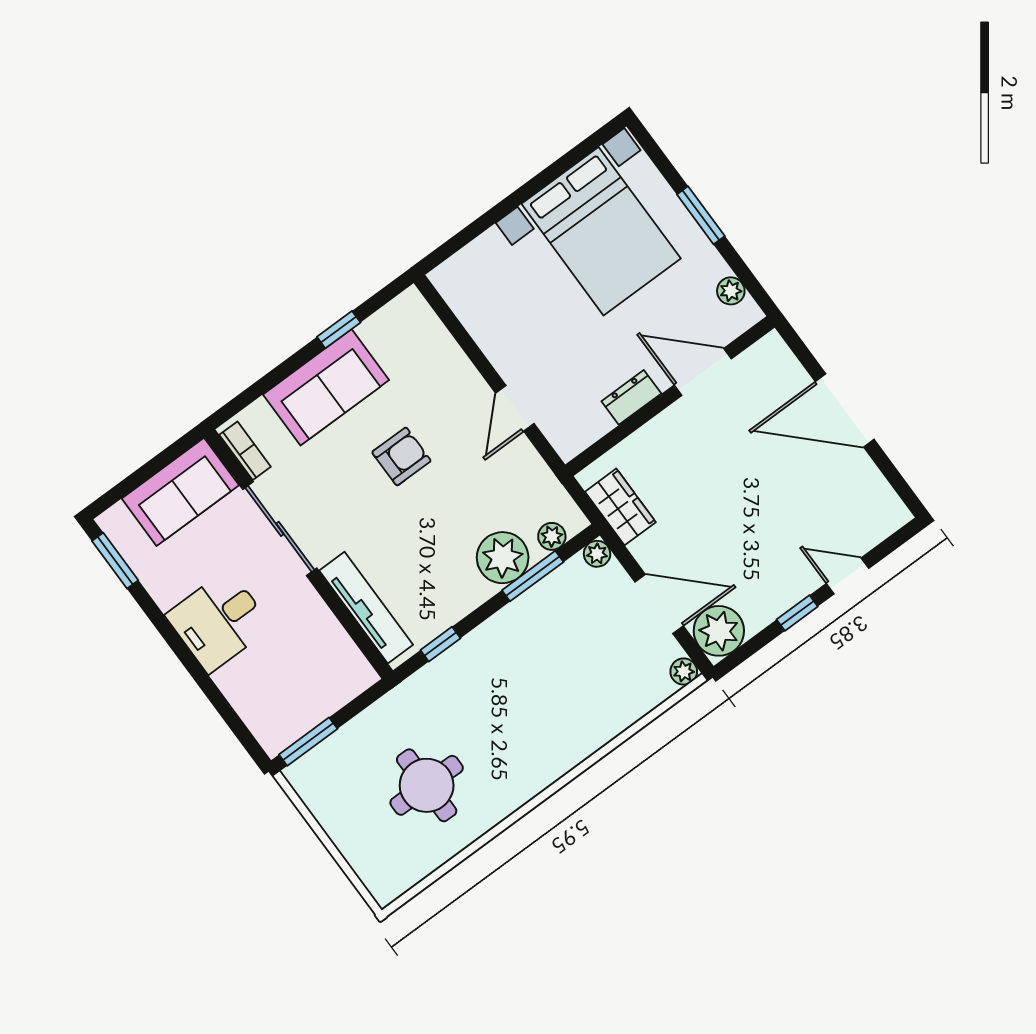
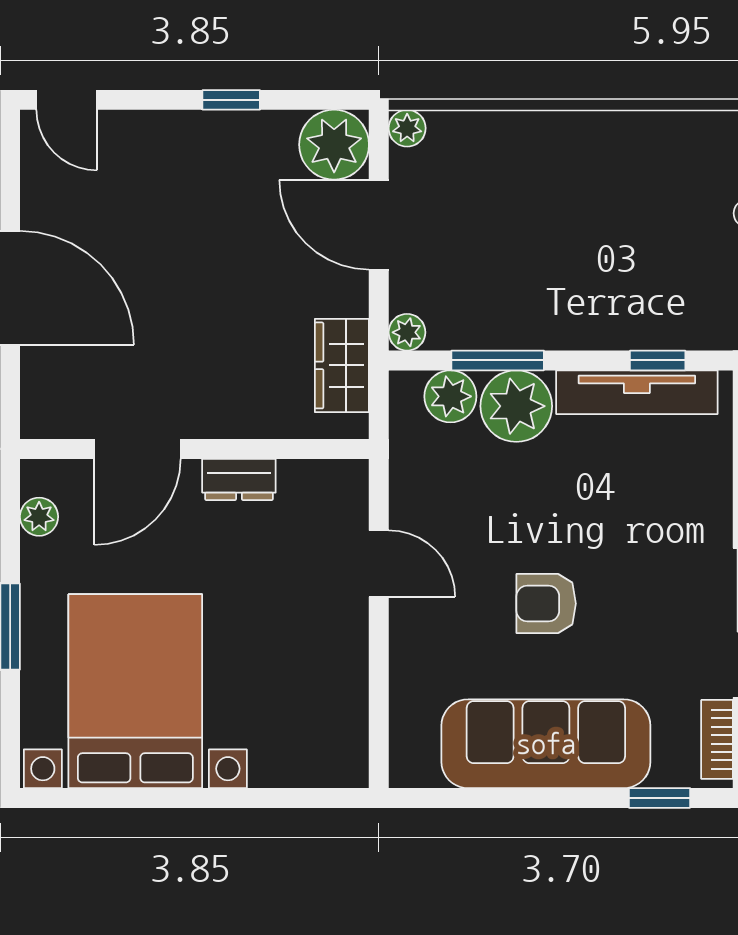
window: (339, 330) -> (660, 798), moved
door: (703, 372) -> (138, 449), hinge flipped
sofa: (326, 387) -> (546, 744), width x1.36
door: (515, 408) -> (379, 564), hinge flipped
plant: (552, 536) -> (450, 396), width x1.38, depth x1.38
door: (848, 576) -> (67, 100), moved
tv unit: (366, 608) -> (637, 392), moved, turned -90

